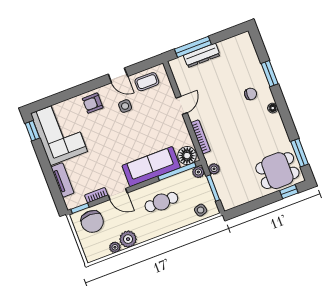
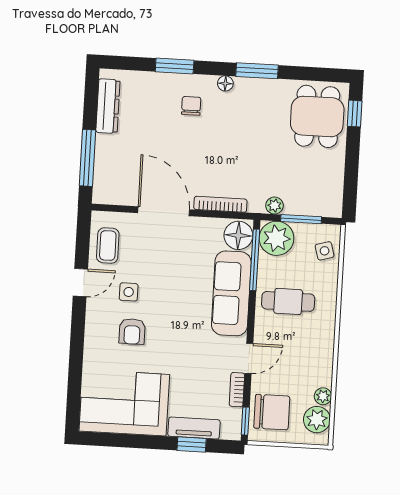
dresser: (202, 55) -> (108, 106), moved
armchair: (93, 103) -> (132, 331), moved
door: (182, 105) -> (164, 211), width x1.88
window: (32, 131) -> (192, 445), moved
window: (300, 153) -> (257, 71), moved
plant: (198, 172) -> (277, 238), width x1.87, depth x1.87
cafe table: (161, 202) -> (288, 301), turned 90
plant: (128, 239) -> (317, 420), moved

